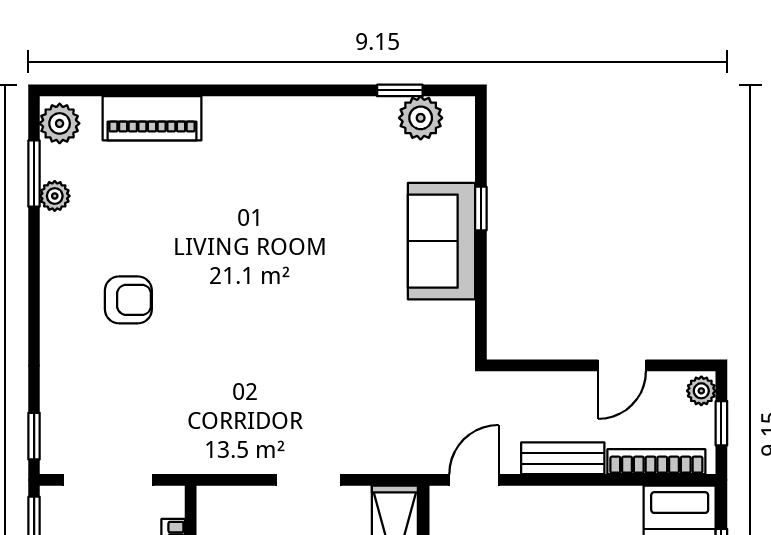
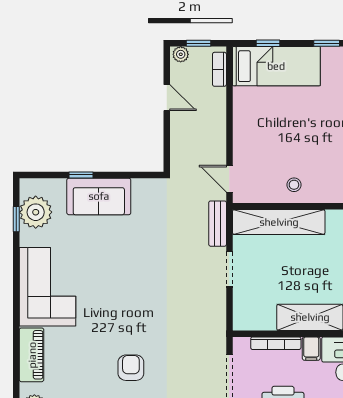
plant: (421, 118) -> (36, 212), width x1.36, depth x1.36
corner sofa: (276, 148) -> (48, 287), added
bench: (563, 458) -> (218, 224), moved
bookcase: (656, 462) -> (219, 69), width x0.64

